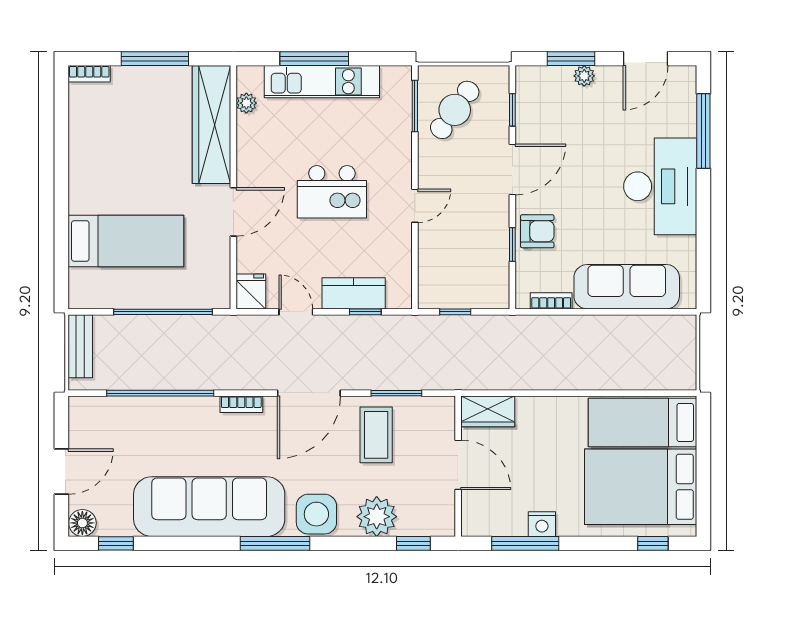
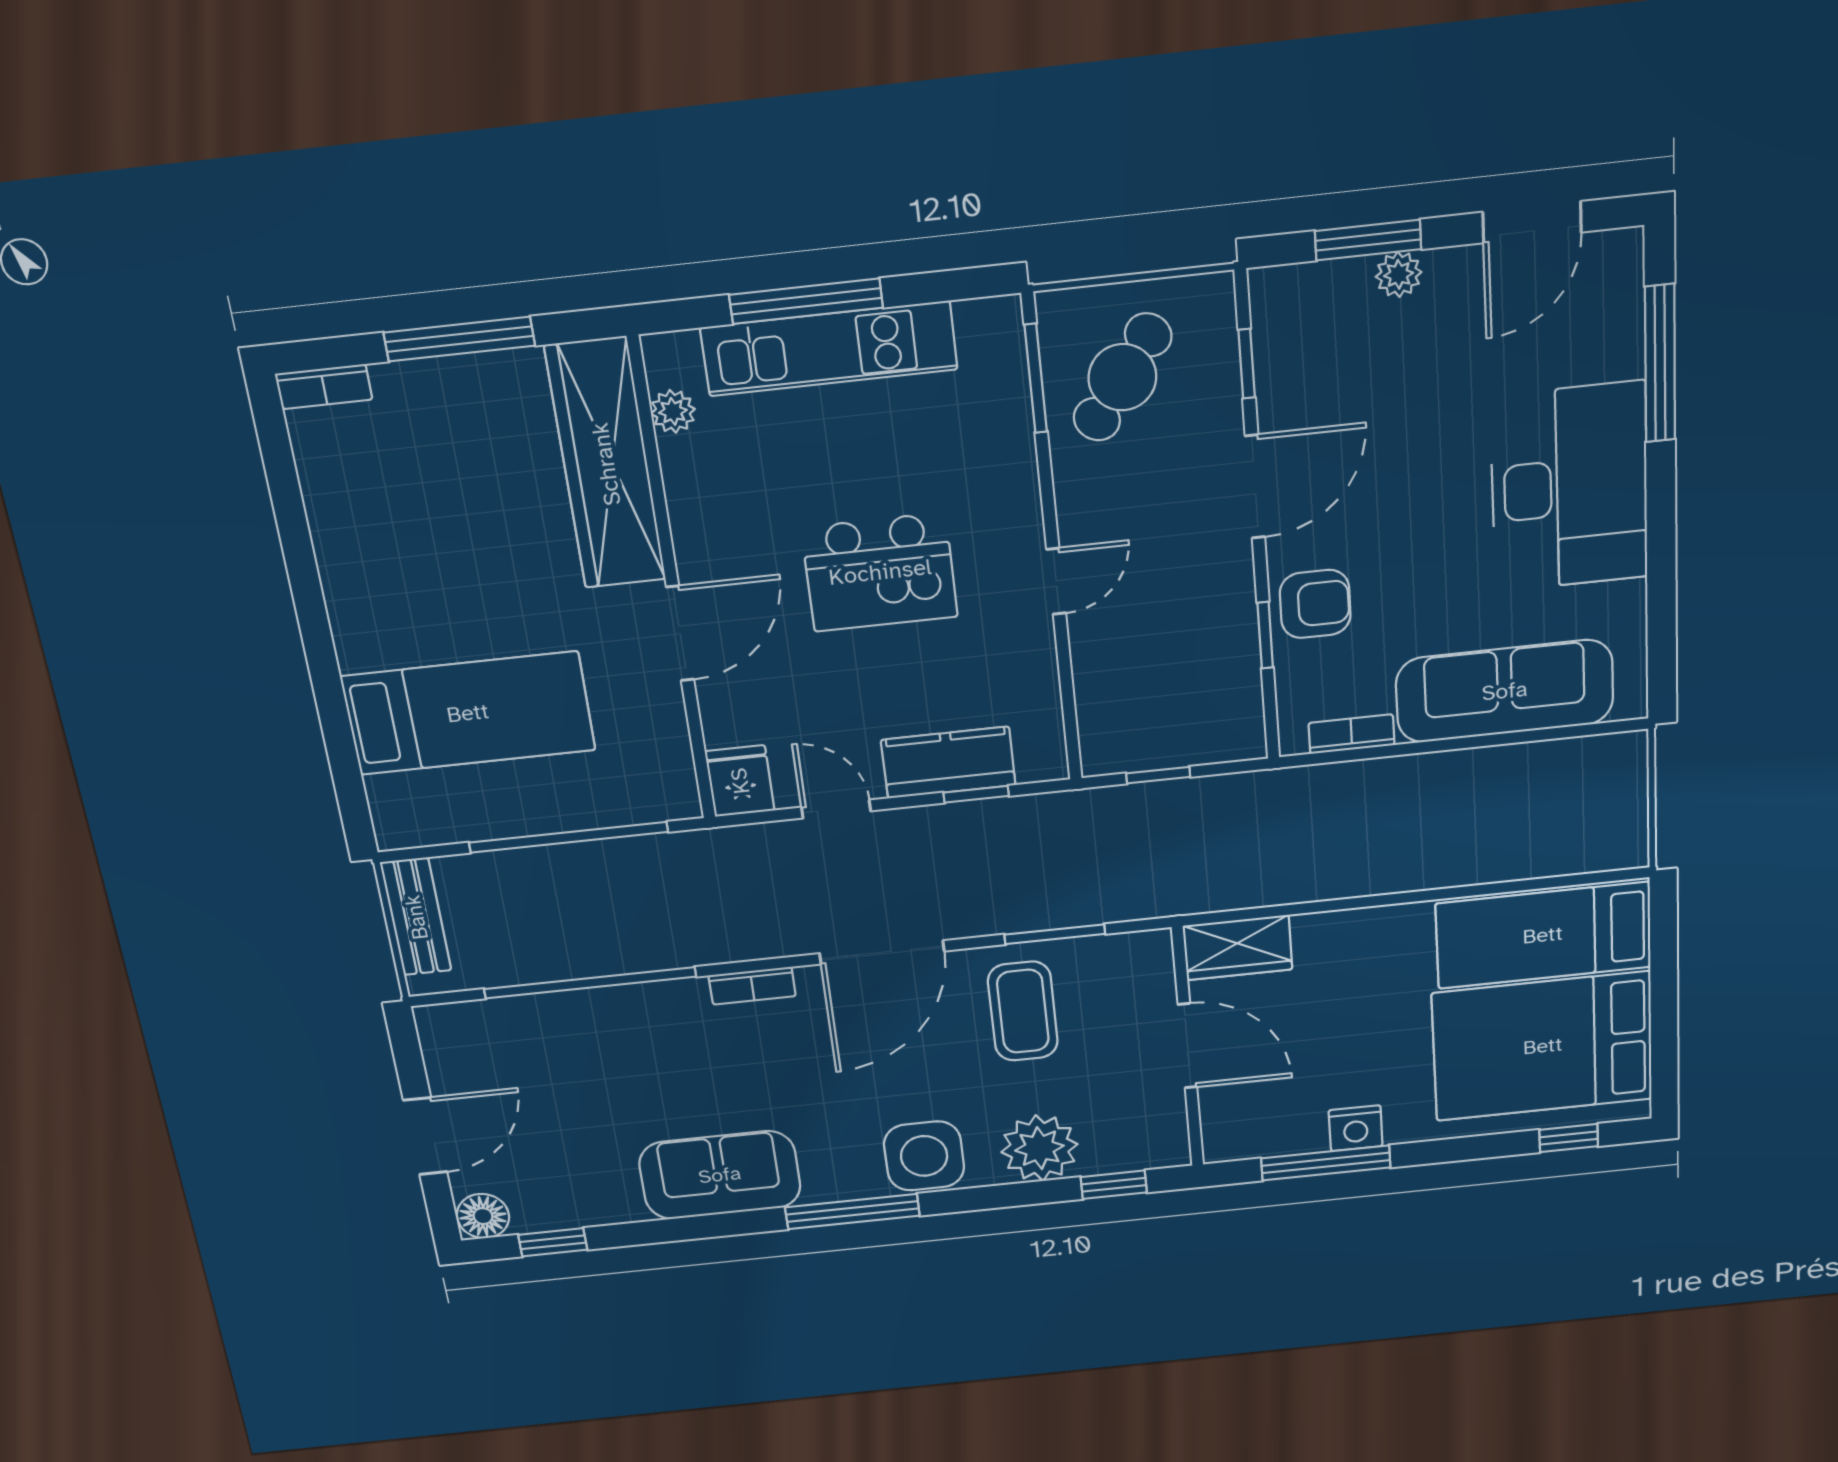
sofa: (209, 507) -> (720, 1175), width x0.54, depth x0.79

